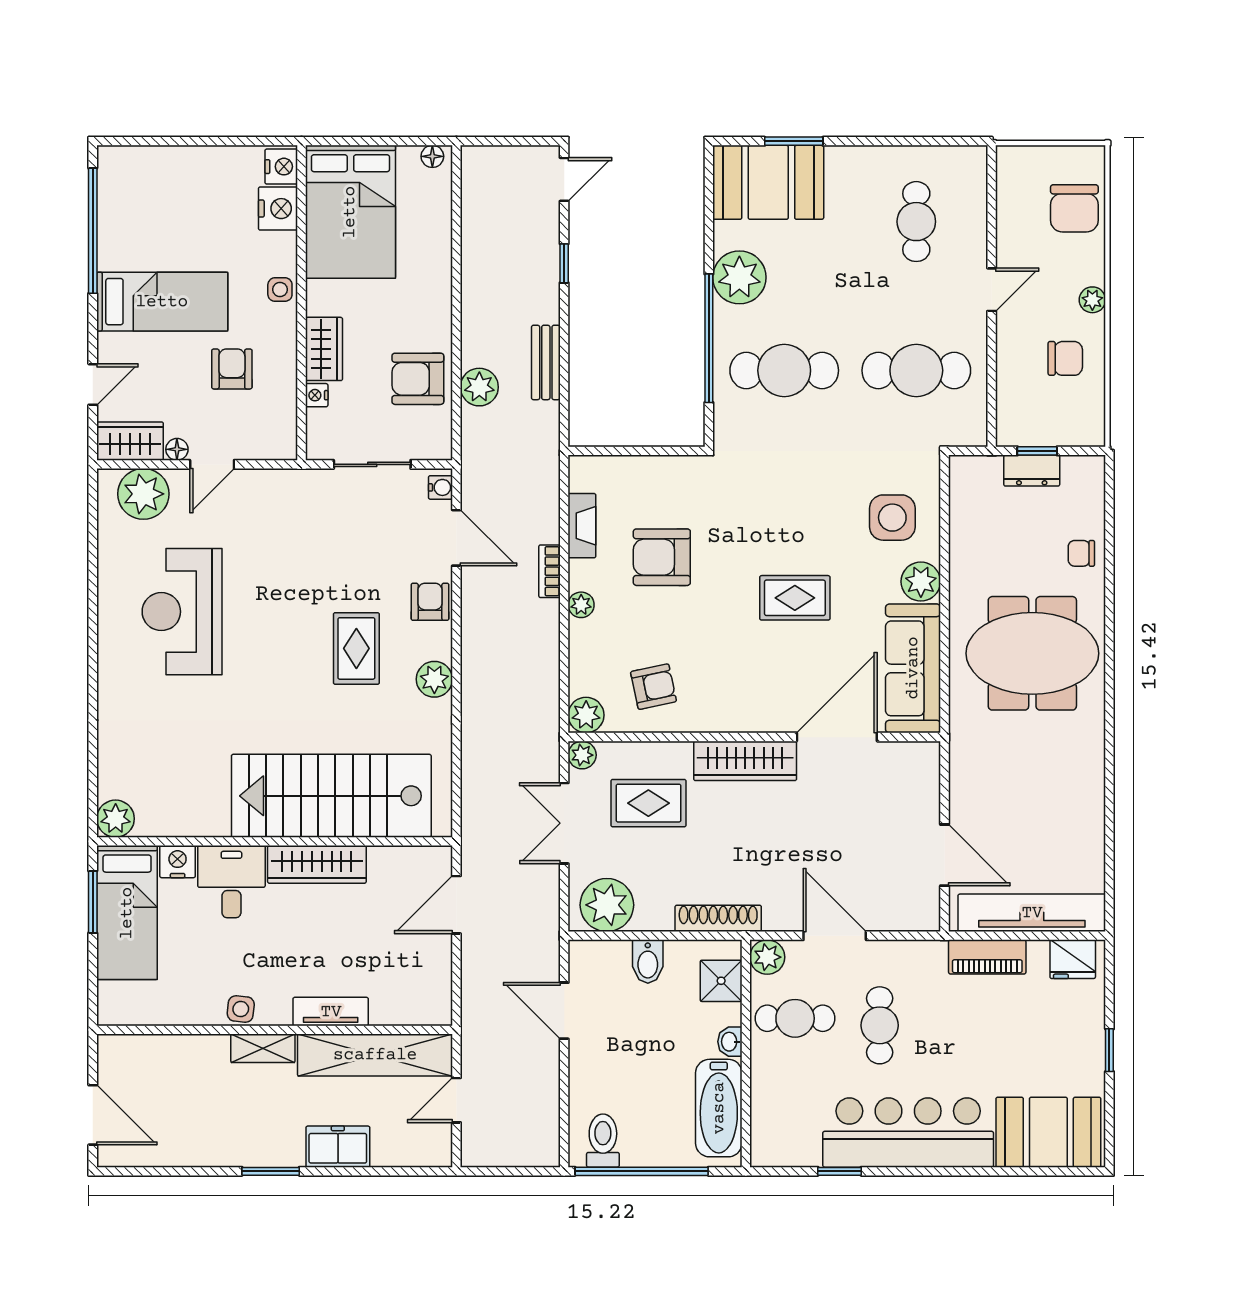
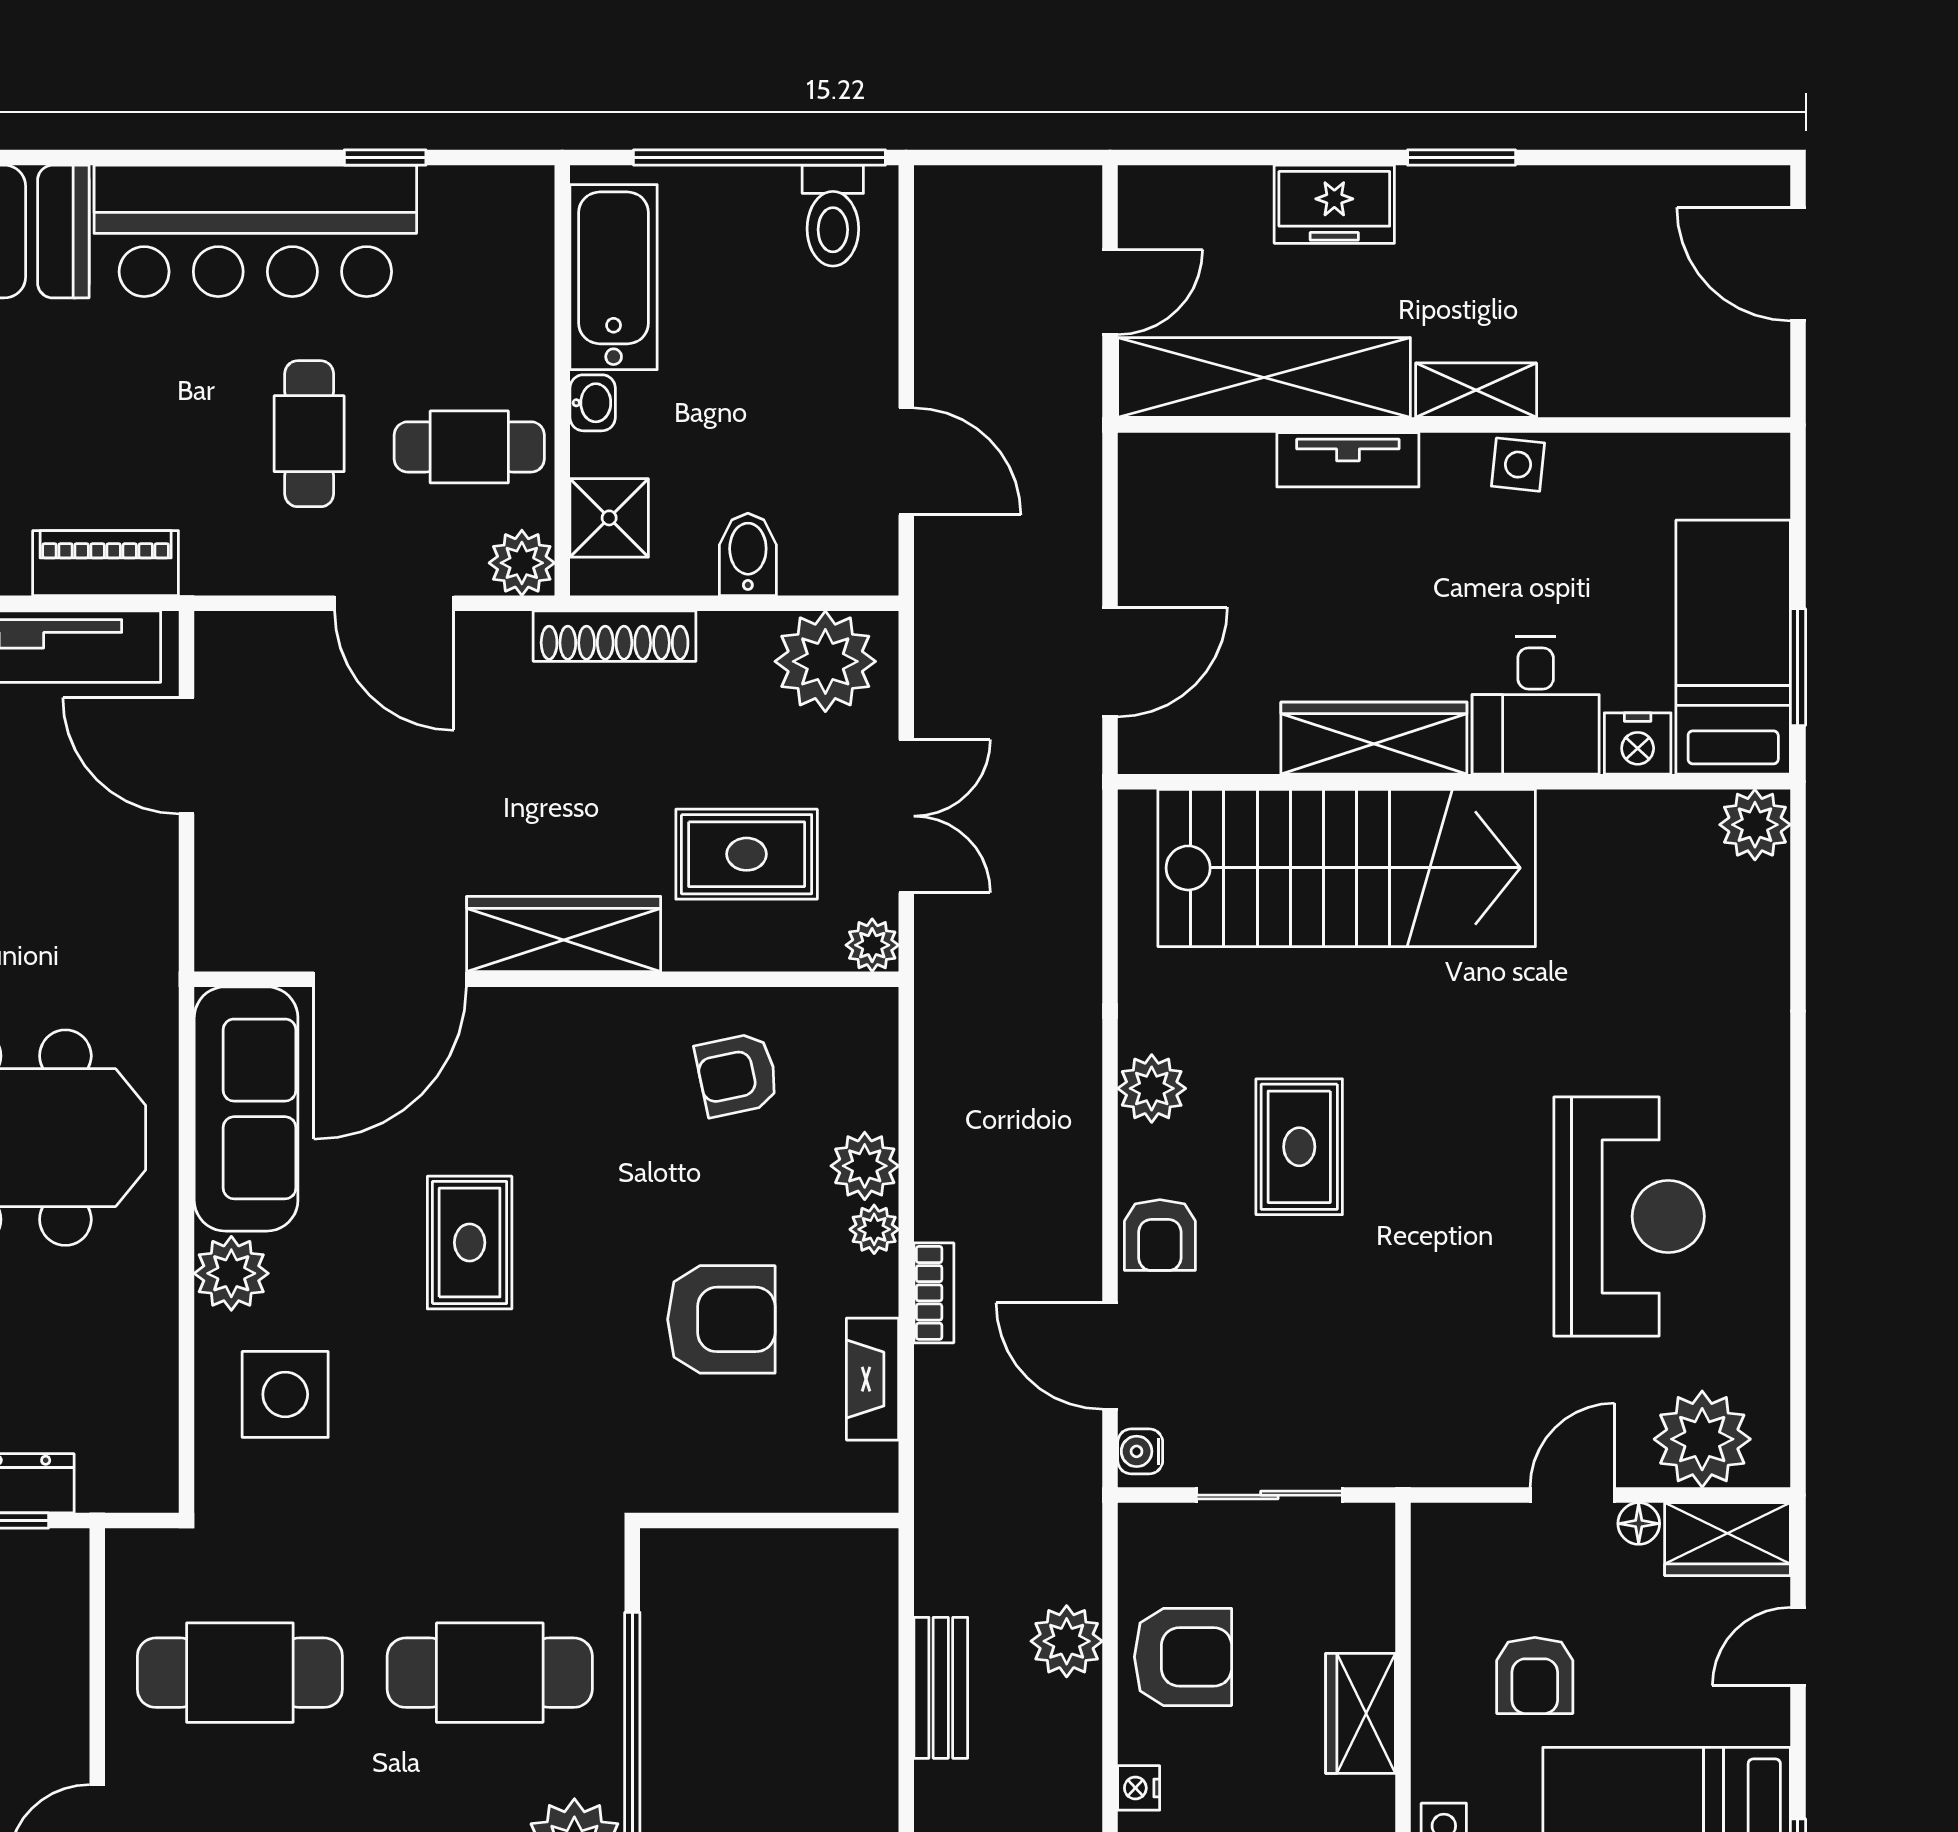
nightstand: (317, 395) -> (1139, 1788), moved, turned 180
rug: (795, 598) -> (470, 1243), turned 90
plant: (586, 715) -> (865, 1166), moved

